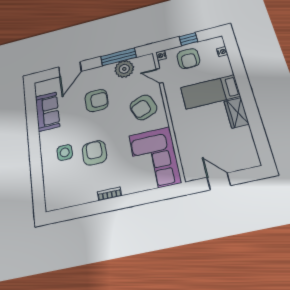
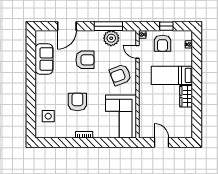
side table: (65, 152) -> (48, 116), moved

